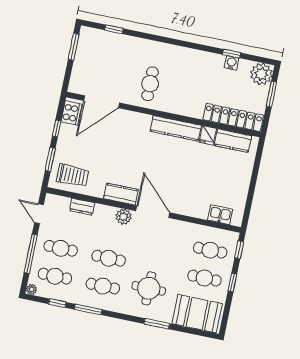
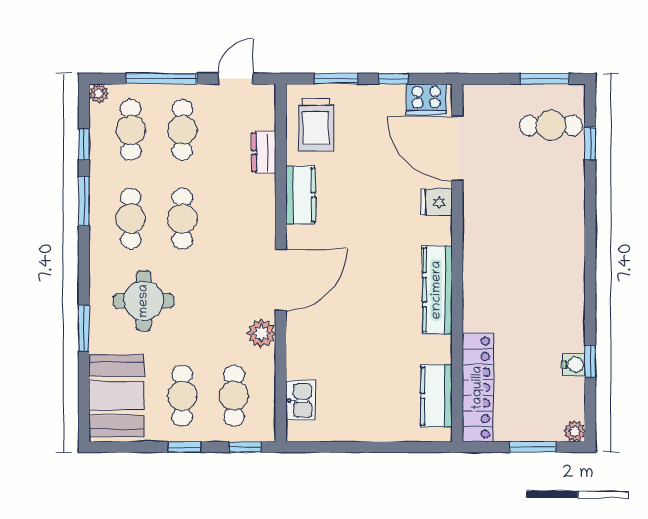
plant: (261, 74) -> (574, 431), width x0.53, depth x0.53
cafe table: (150, 84) -> (551, 126), moved
fridge: (208, 135) -> (437, 202), moved
kitchen counter: (121, 194) -> (301, 195), moved
plant: (124, 217) -> (261, 333), moved

